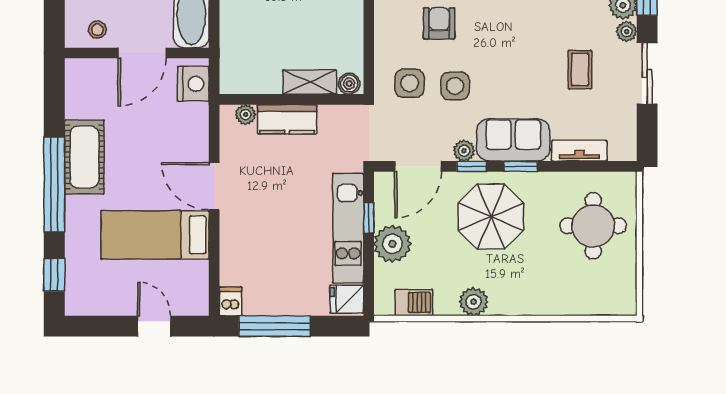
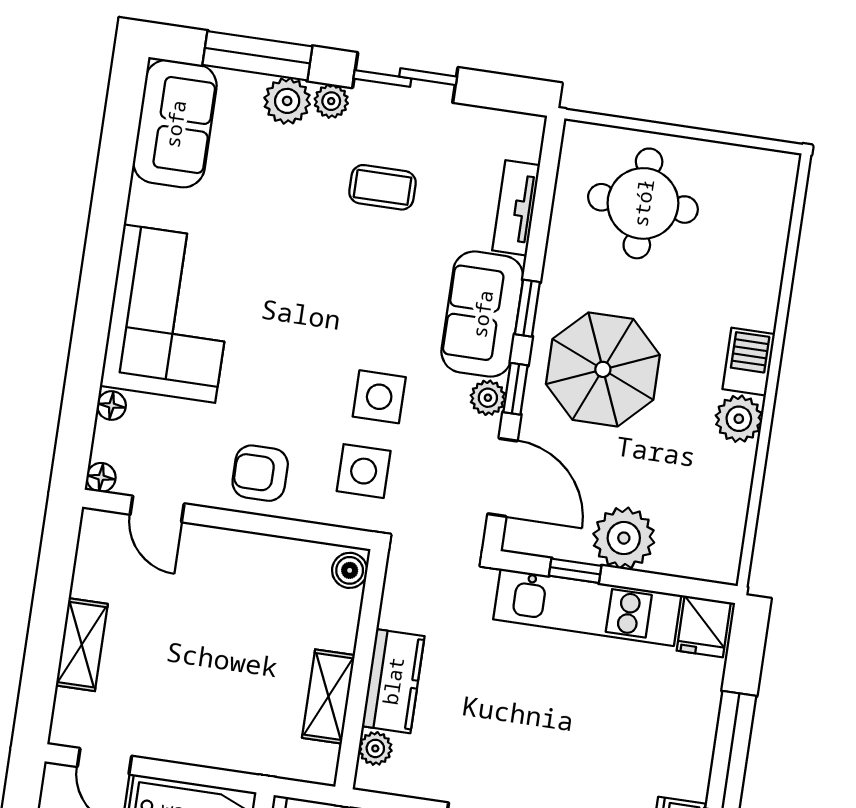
armchair: (439, 23) -> (260, 473), moved
shelving: (310, 82) -> (328, 697), moved
barbecue: (414, 303) -> (749, 362), moved

